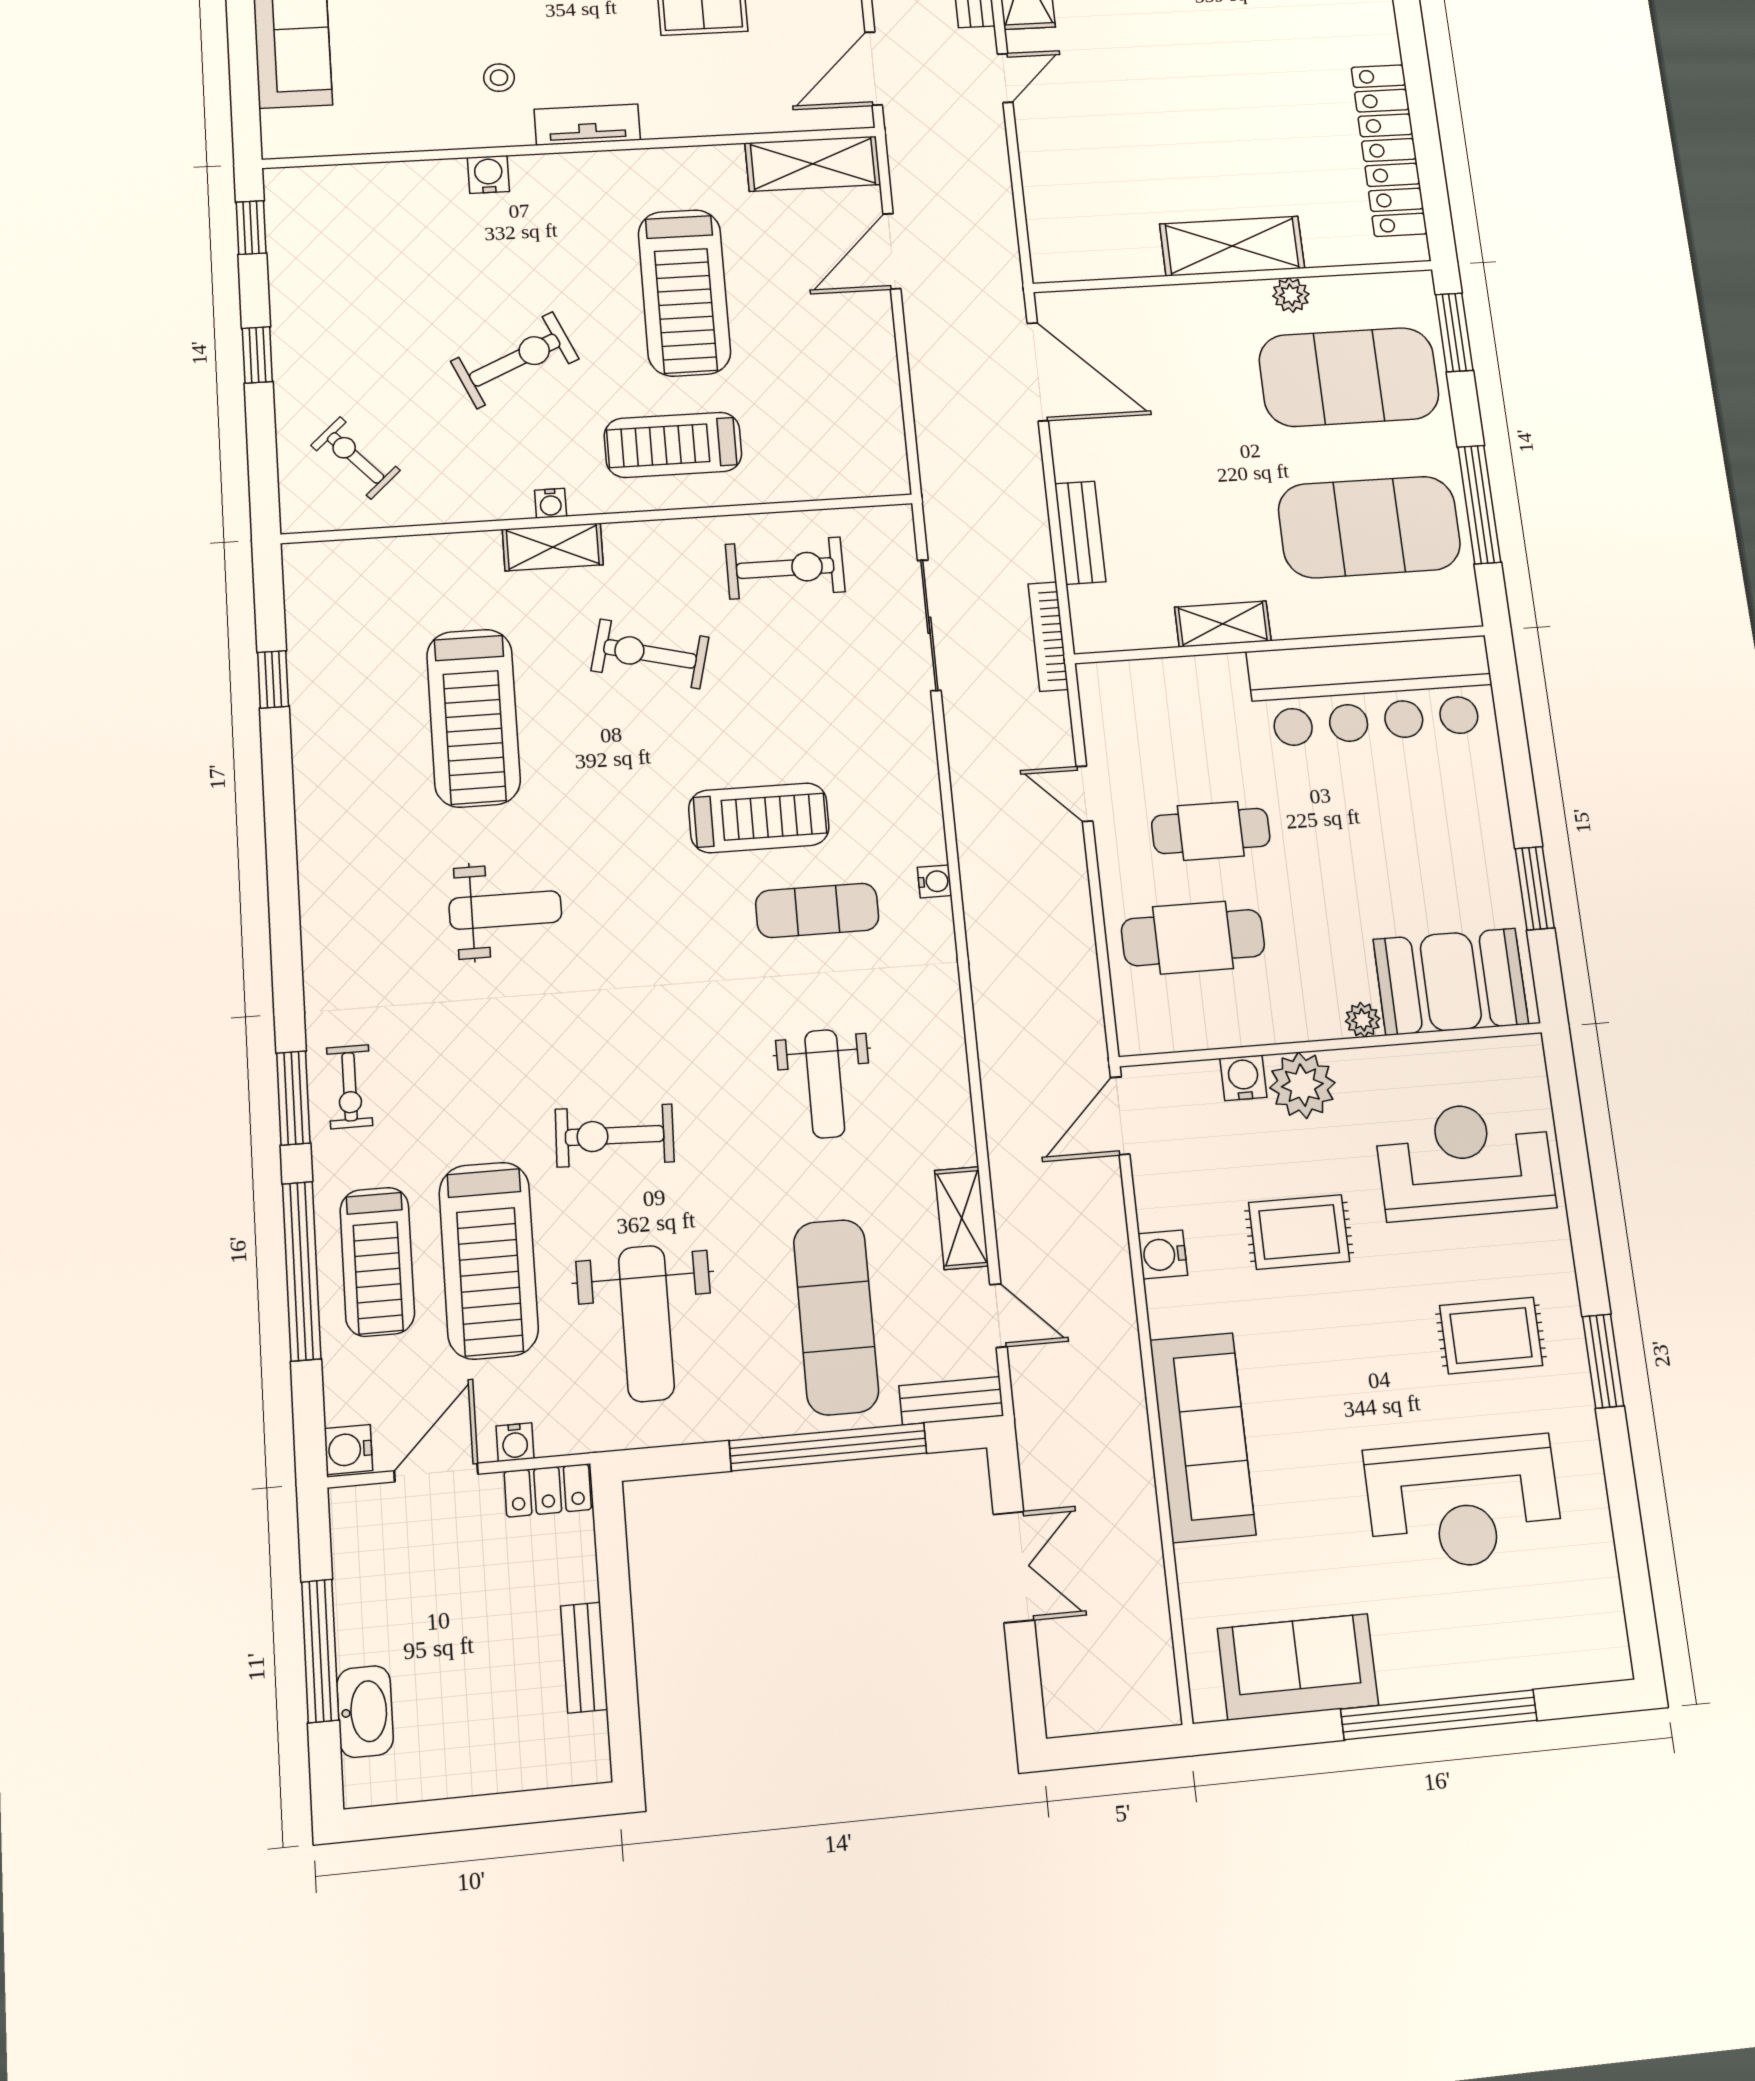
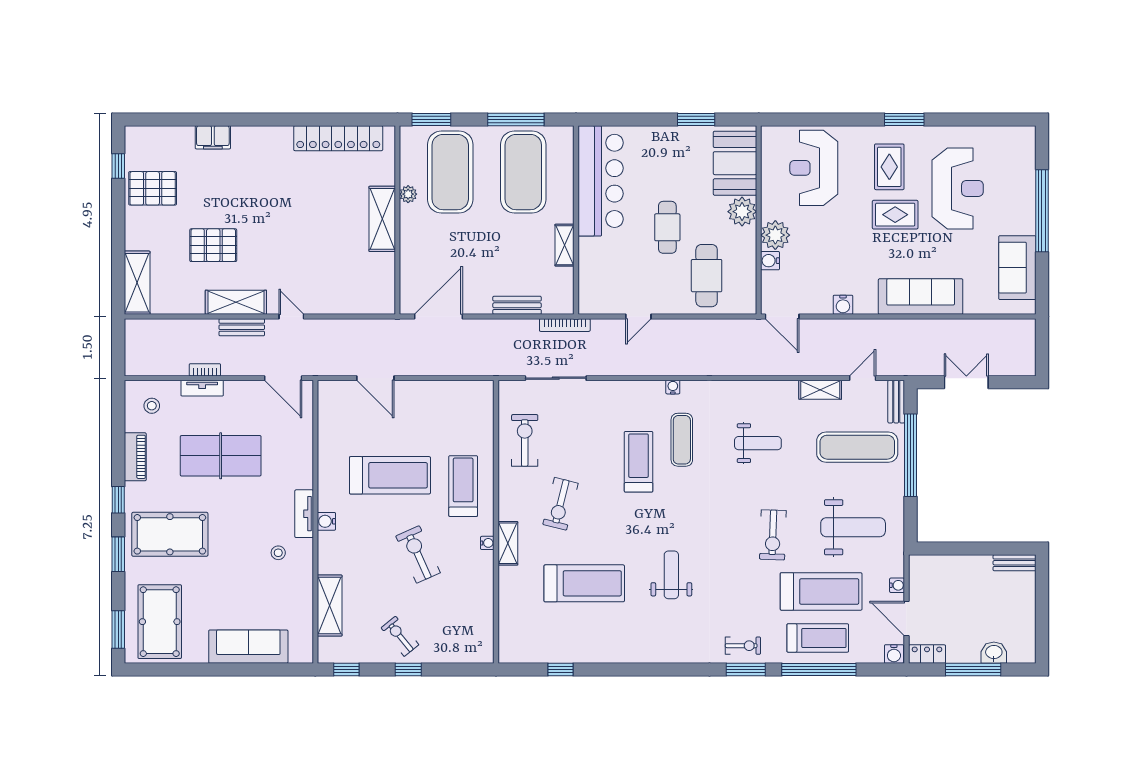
shelving: (813, 164) -> (330, 606), moved
water cooler: (488, 174) -> (326, 521), moved
treadmill: (673, 445) -> (463, 486), turned 180
exercise bike: (356, 458) -> (400, 636), moved, turned 94
cafe table: (1211, 831) -> (667, 227), moved
plant: (1363, 1020) -> (742, 212), width x1.88, depth x1.88
rug: (1299, 1232) -> (895, 215), moved, turned 90
locker: (548, 1490) -> (927, 654), moved, turned -90
bench: (584, 1658) -> (1014, 563), moved
washbasin: (365, 1712) -> (994, 653), width x0.72

